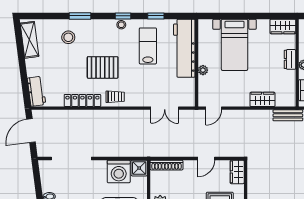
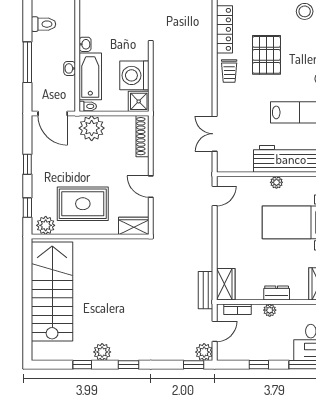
plant: (203, 70) -> (276, 182), moved
wardrobe: (262, 99) -> (226, 284), moved
door: (214, 108) -> (215, 196), swing flipped

